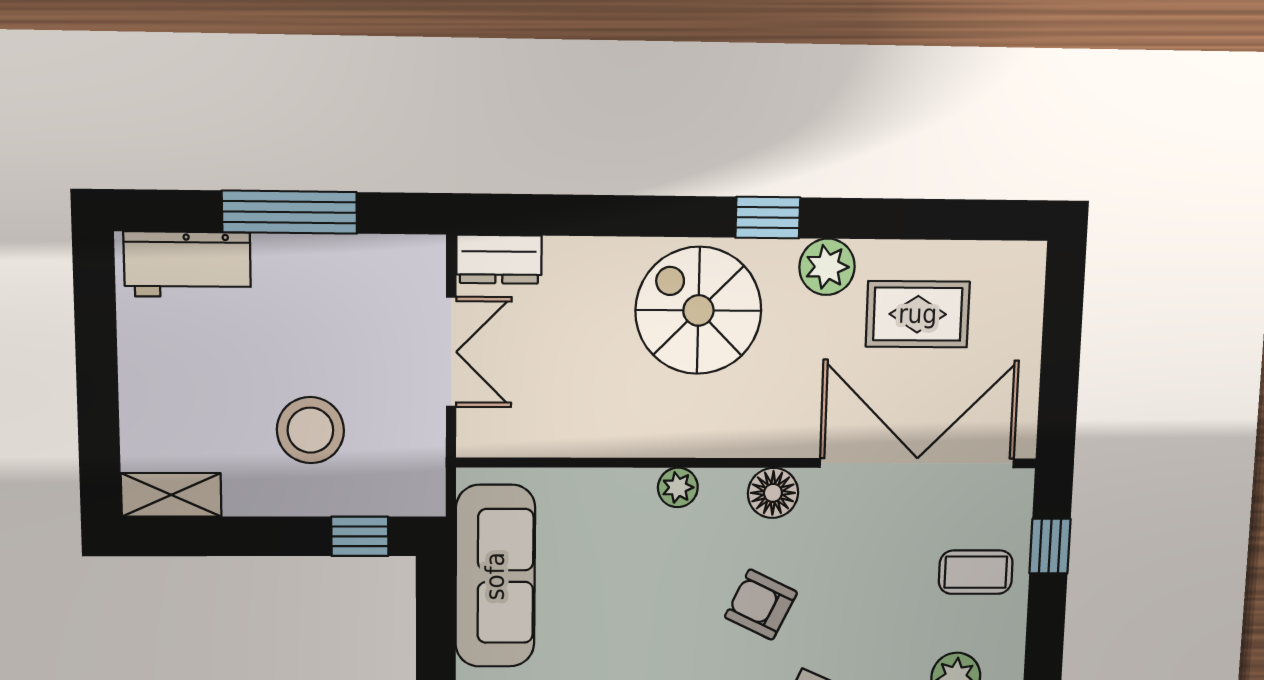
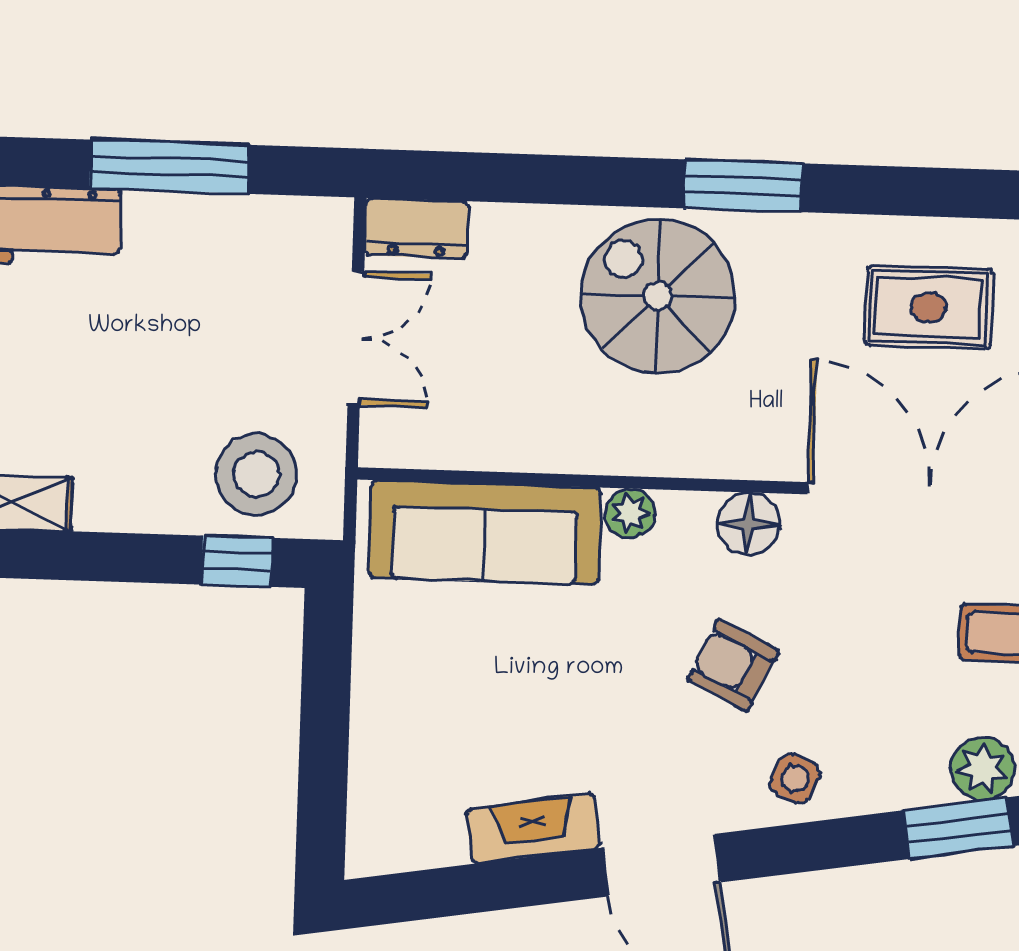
window: (768, 218) -> (743, 186), width x1.50
plant: (827, 267) -> (816, 247), removed
stool: (310, 430) -> (257, 474), moved
sofa: (495, 576) -> (485, 532), moved, turned 90

